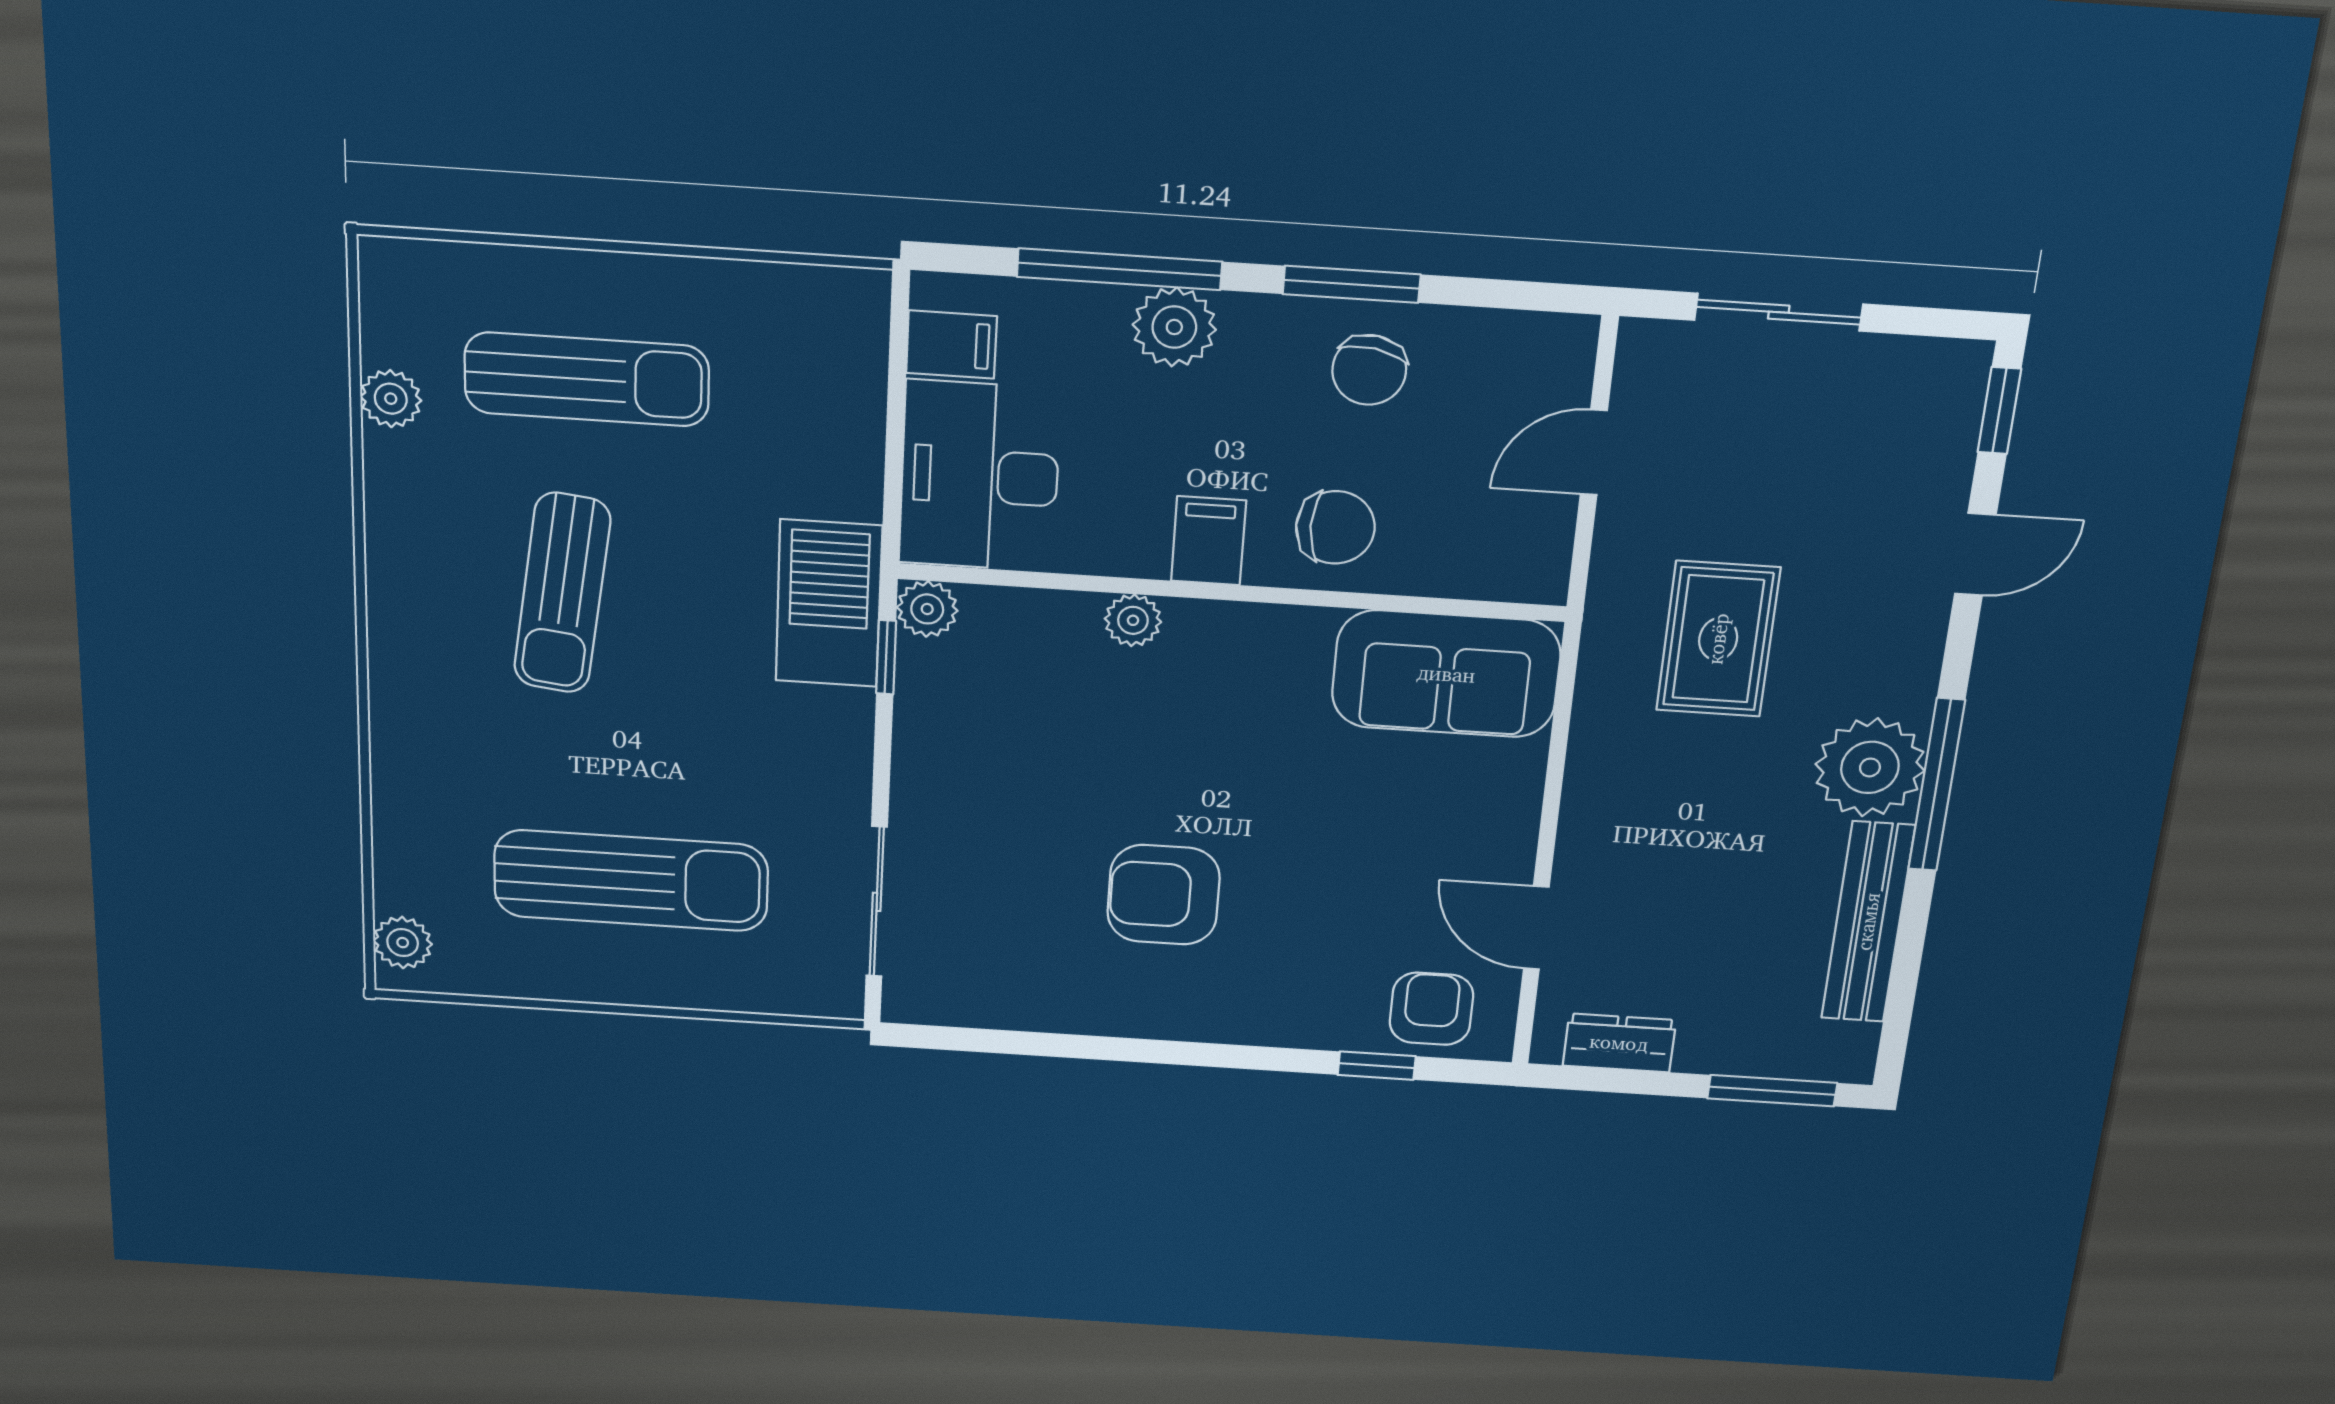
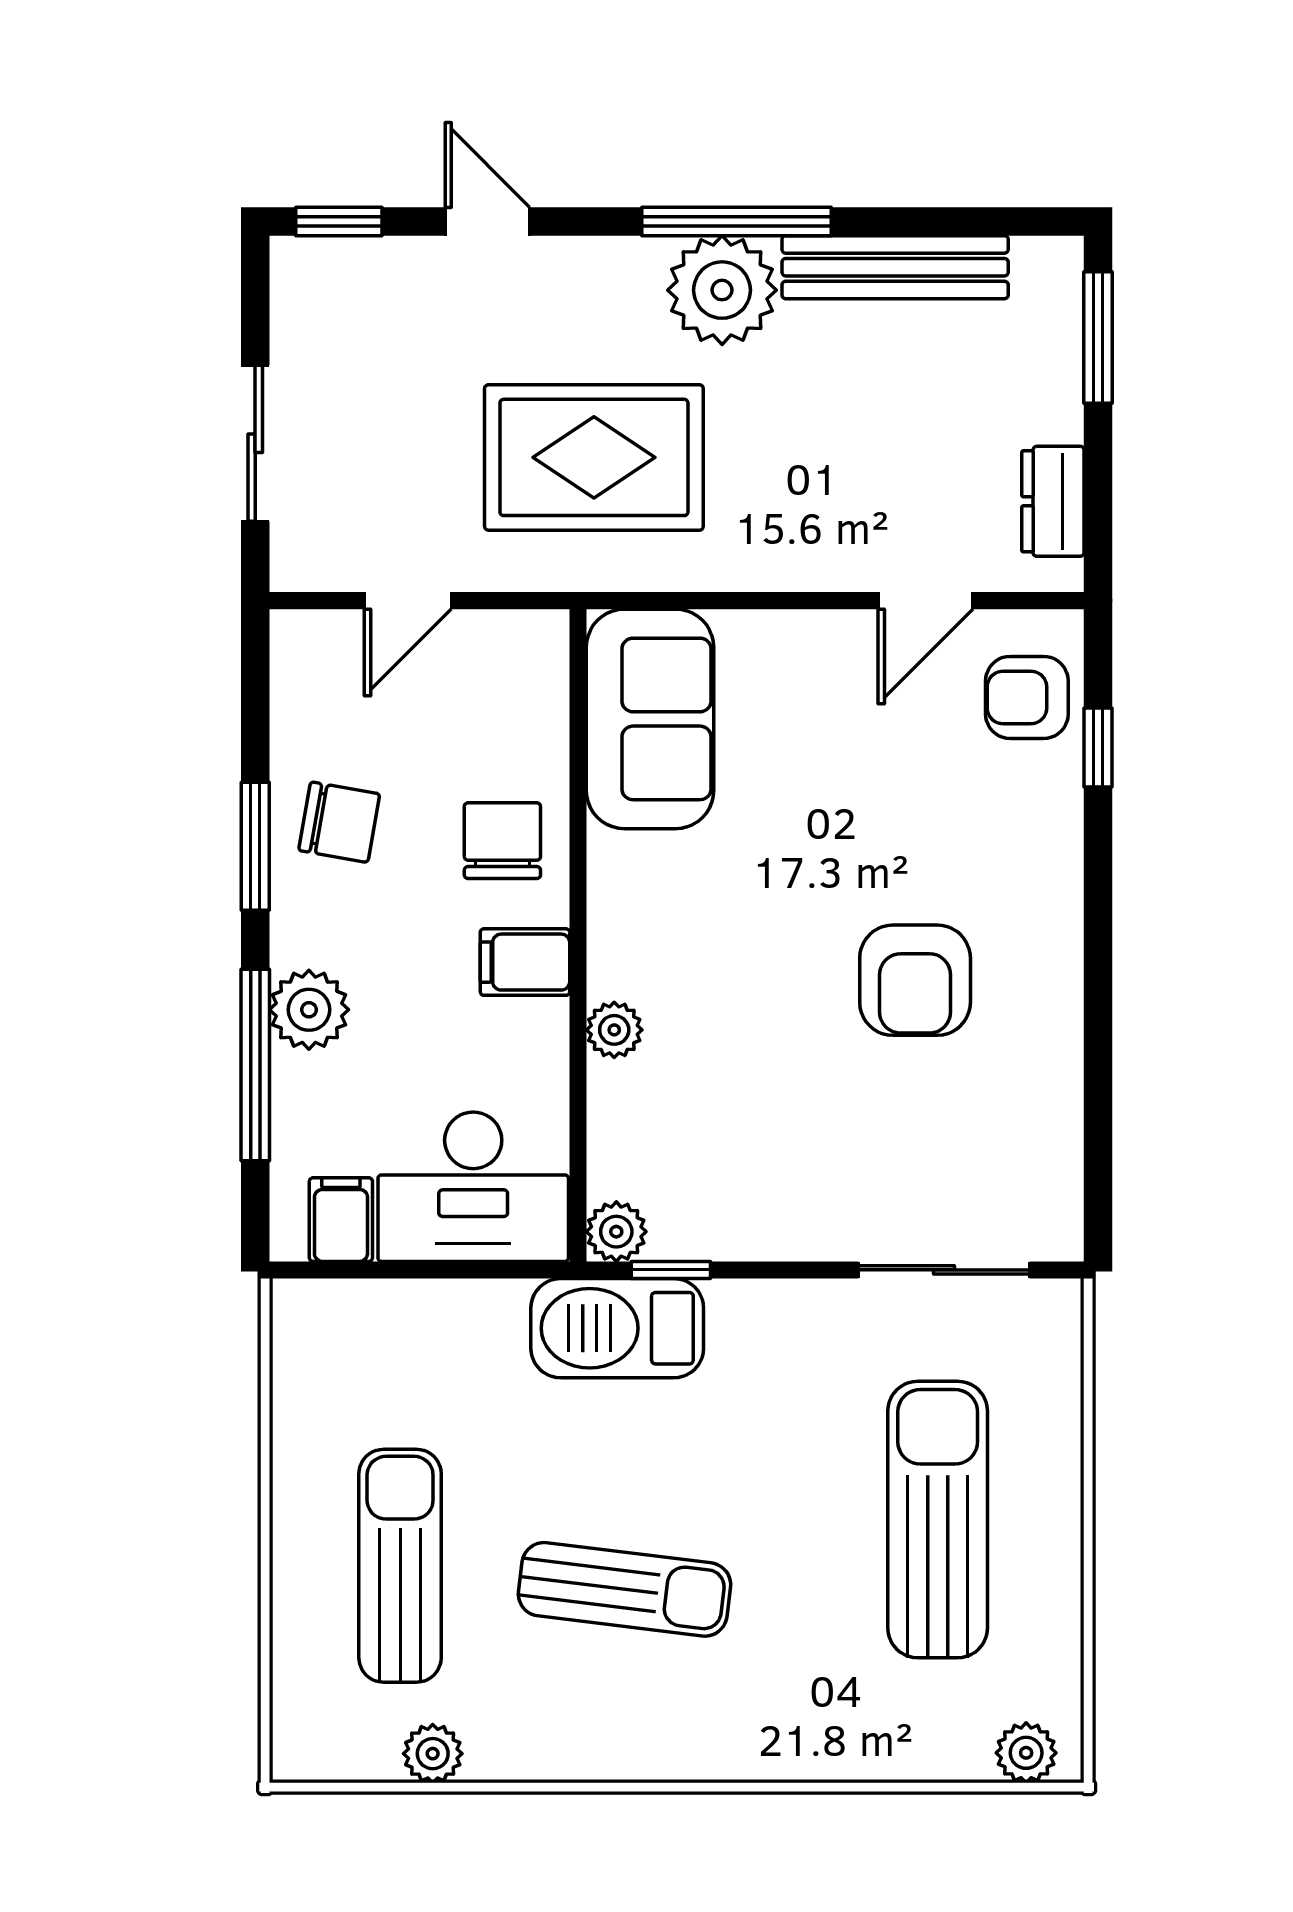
door: (1594, 452) -> (408, 601), hinge flipped
rug: (1718, 639) -> (594, 457), width x1.36, depth x1.43

